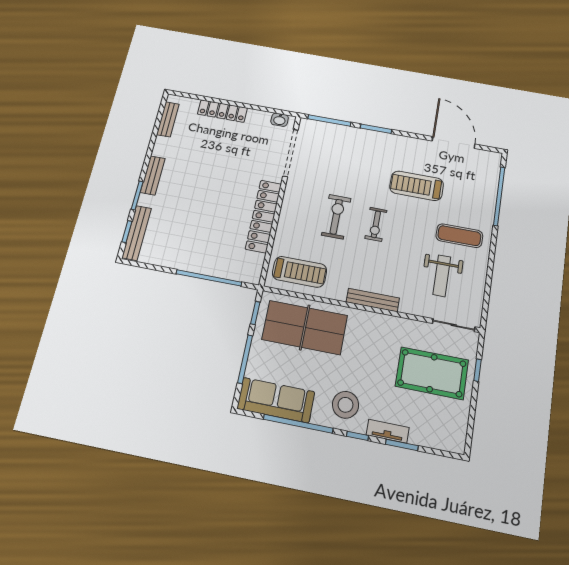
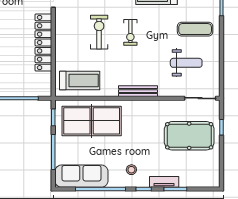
weight bench: (442, 276) -> (186, 63), turned -90
stool: (346, 405) -> (131, 170), width x0.53, depth x0.53

